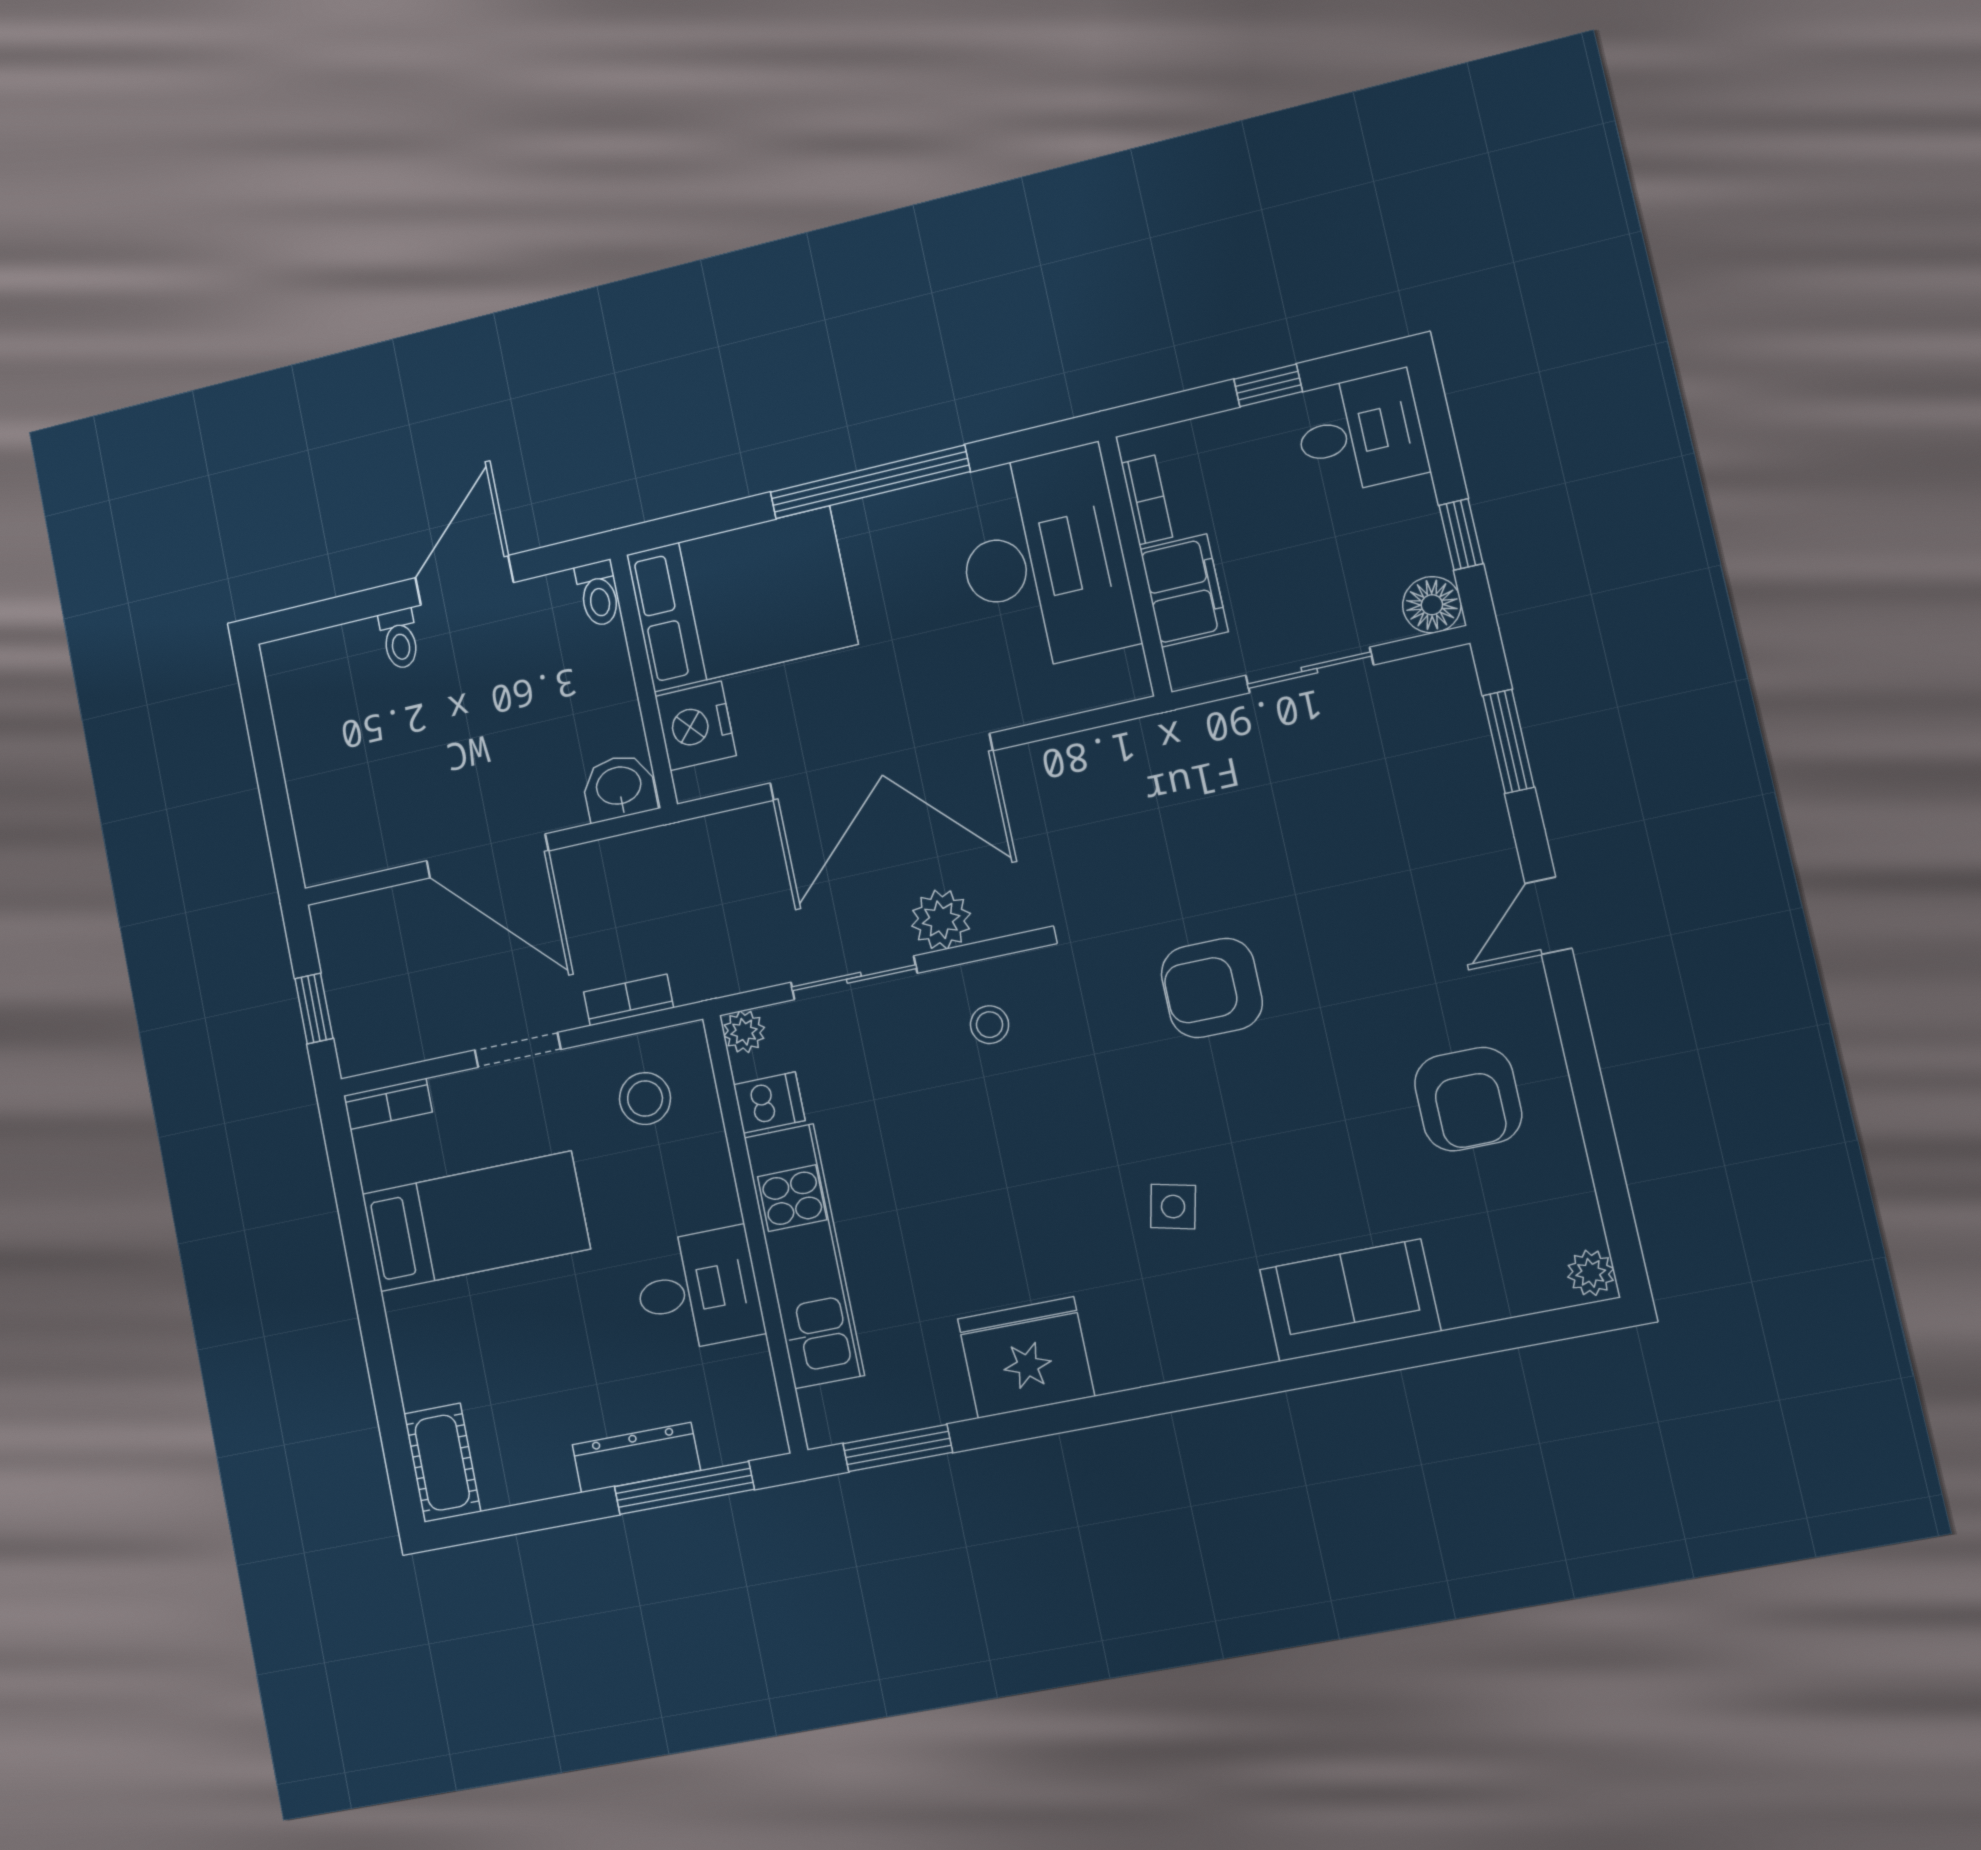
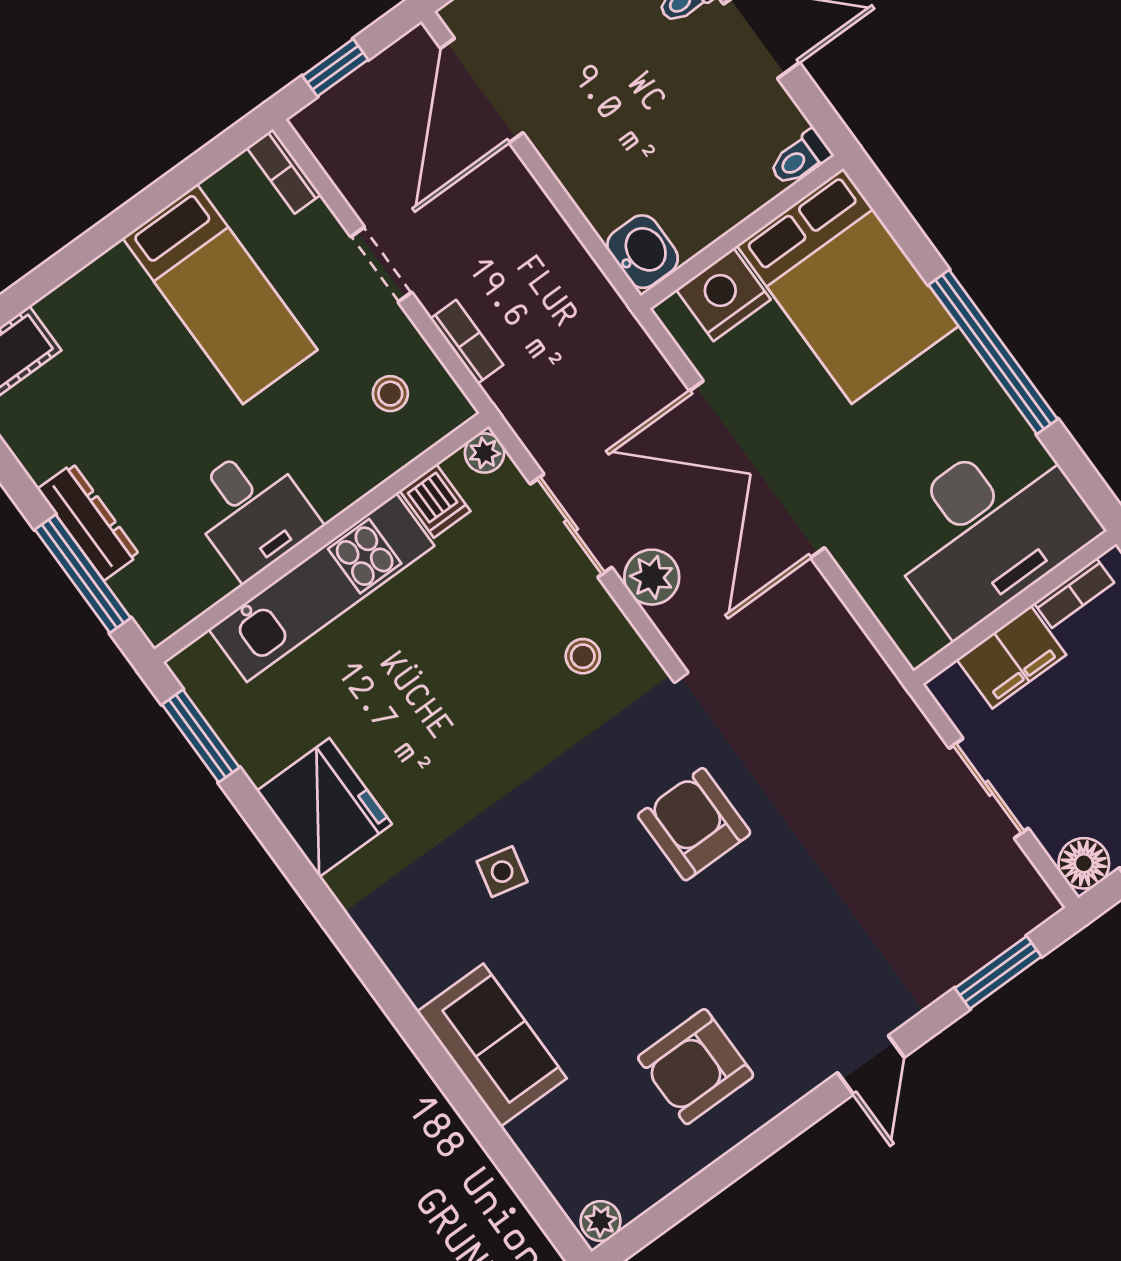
door: (487, 856) -> (482, 91), moved
door: (1548, 916) -> (871, 1065), swing flipped
stool: (645, 1099) -> (390, 394), width x0.73, depth x0.73

